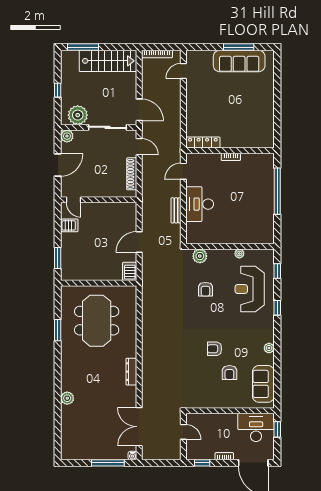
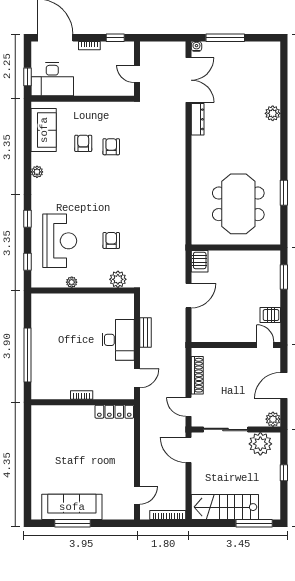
armchair: (214, 349) -> (111, 147), moved, turned -90
dresser: (131, 372) -> (198, 119), moved

